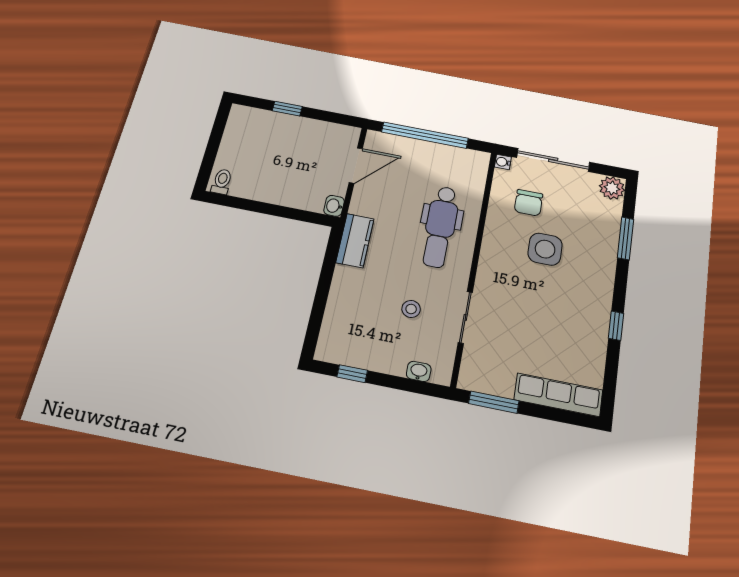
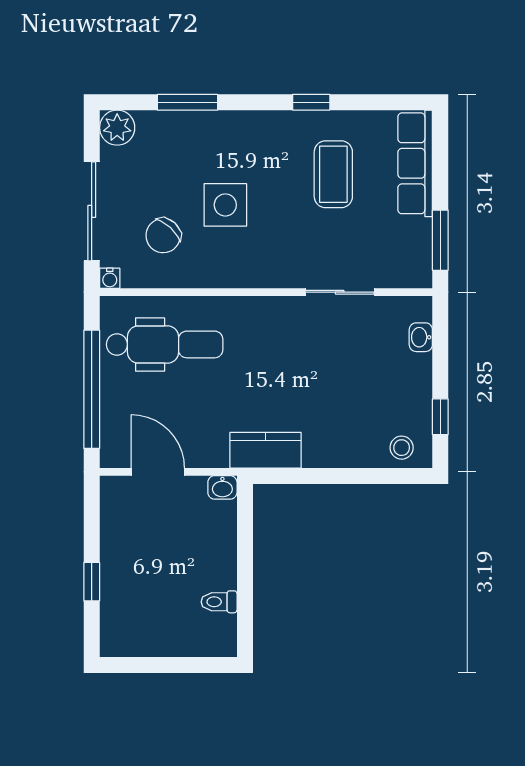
toilet: (222, 182) -> (219, 602), moved
chair: (529, 203) -> (163, 236), turned 133
dental chair: (440, 227) -> (165, 344), moved
stool: (411, 309) -> (402, 448), moved
coffee table: (558, 331) -> (333, 174), added

